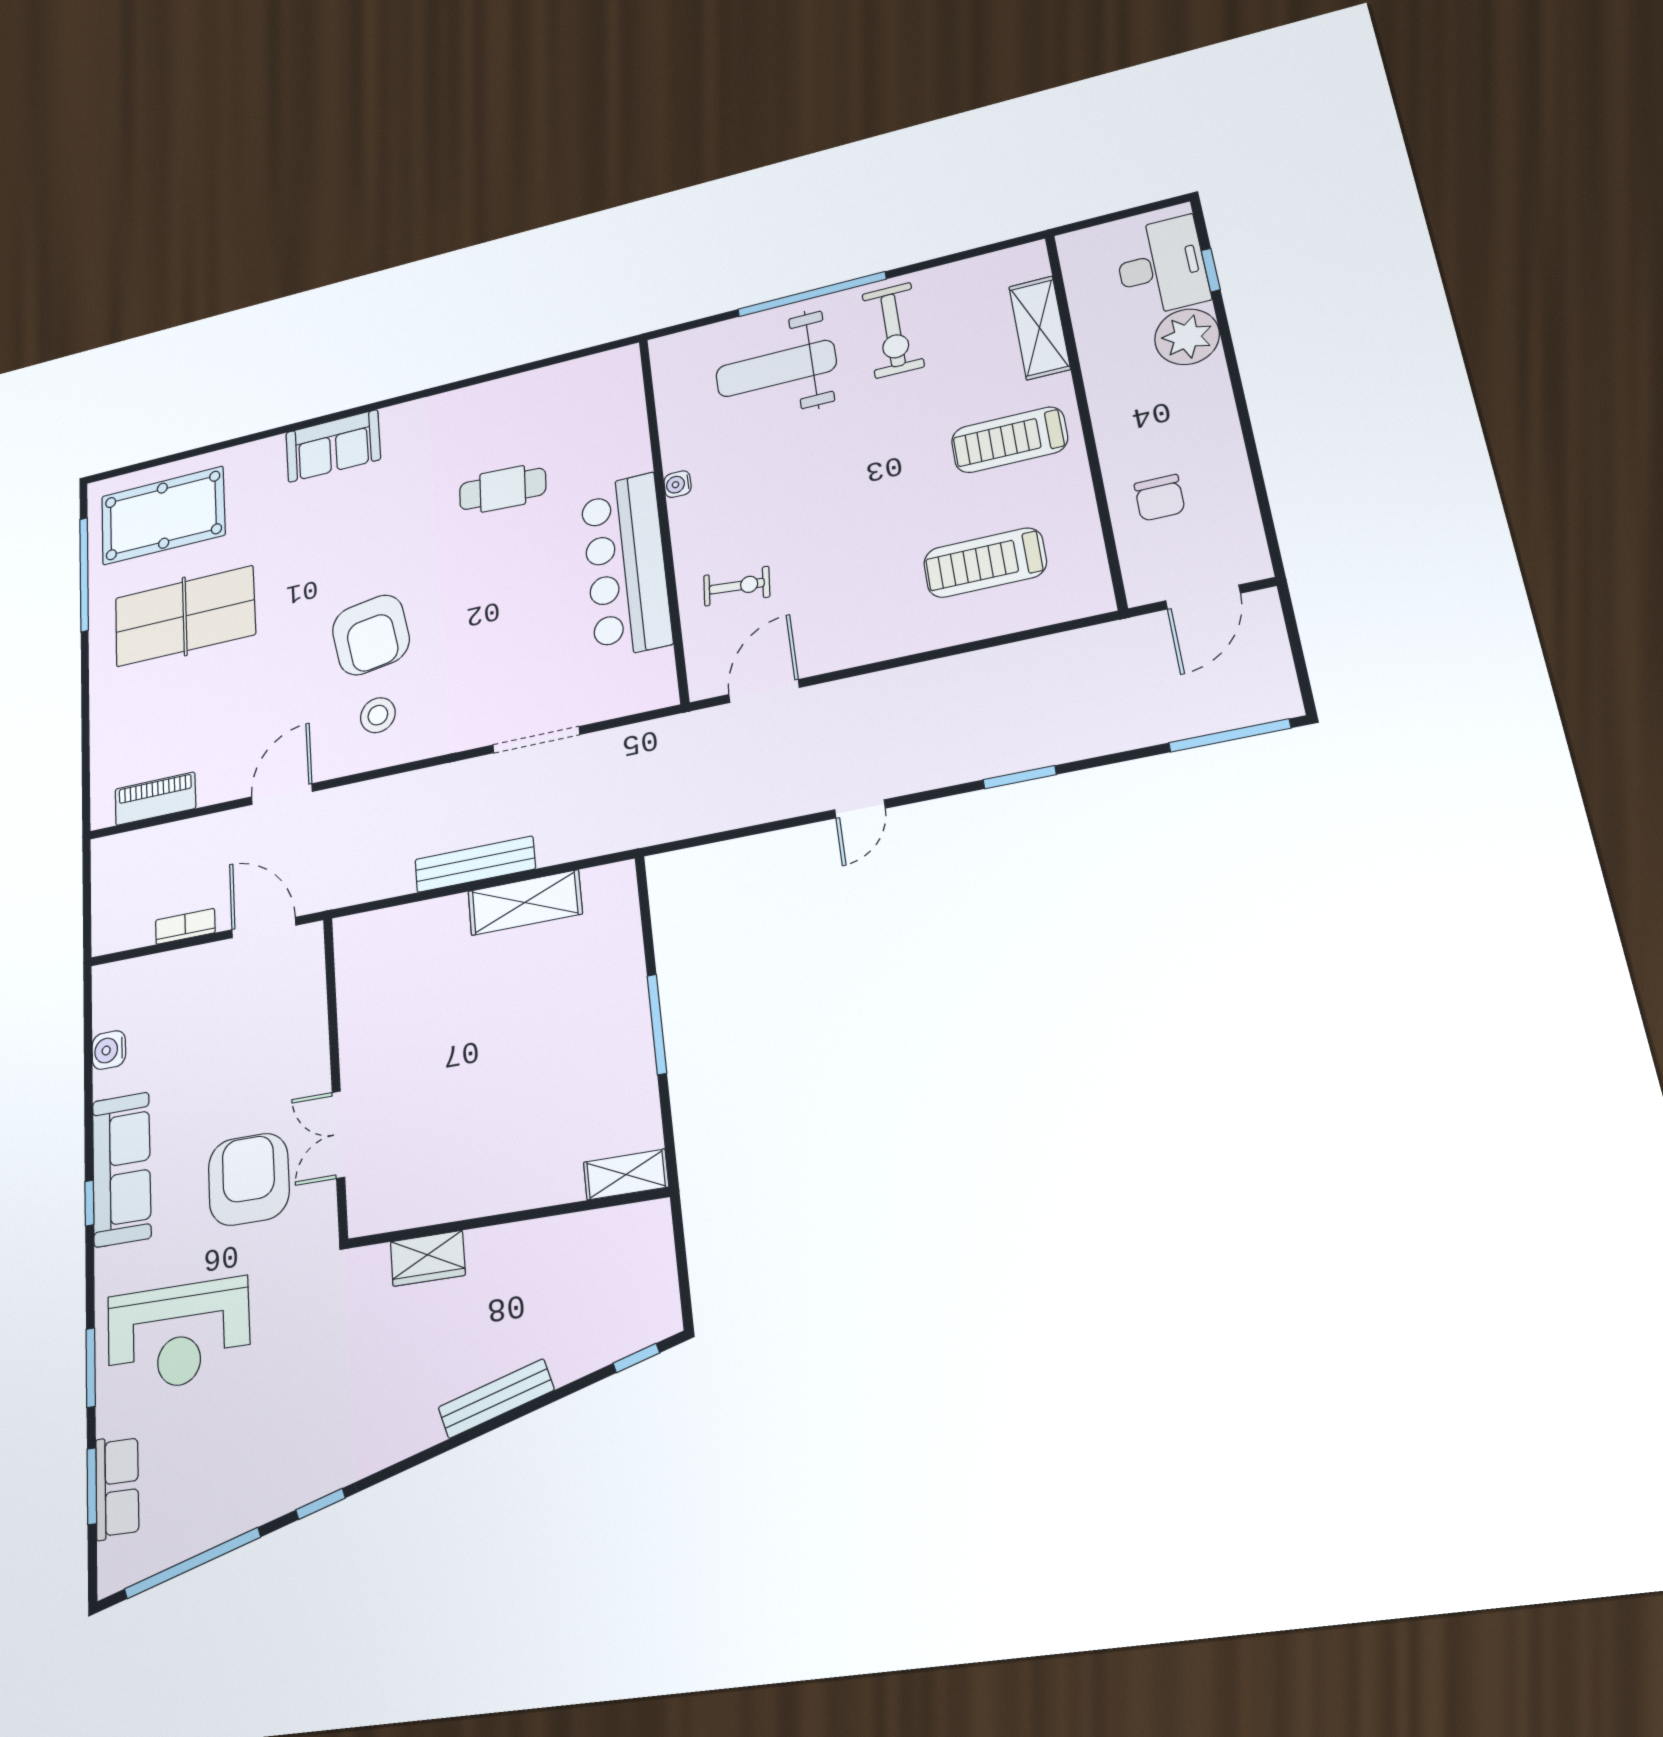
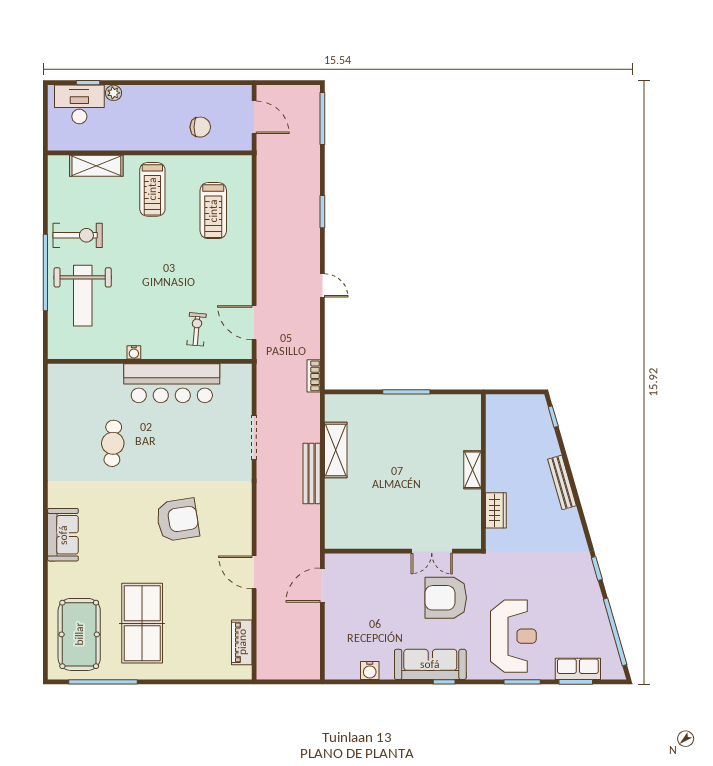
plant: (1187, 337) -> (114, 93), width x0.53, depth x0.53
stool: (378, 715) -> (223, 519), removed
bookcase: (185, 926) -> (314, 376), moved
shelving: (626, 1175) -> (473, 470), moved

